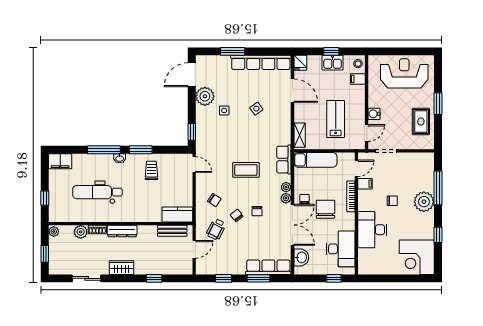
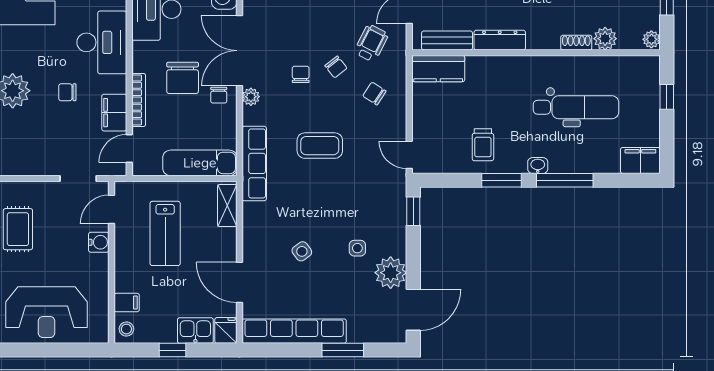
kitchen sink: (333, 63) -> (195, 331), moved
row of seats: (284, 160) -> (254, 163), width x1.48
filing cabinet: (365, 184) -> (114, 113), width x2.00
plant: (286, 187) -> (251, 116), removed
dresser: (122, 231) -> (500, 40), moved

